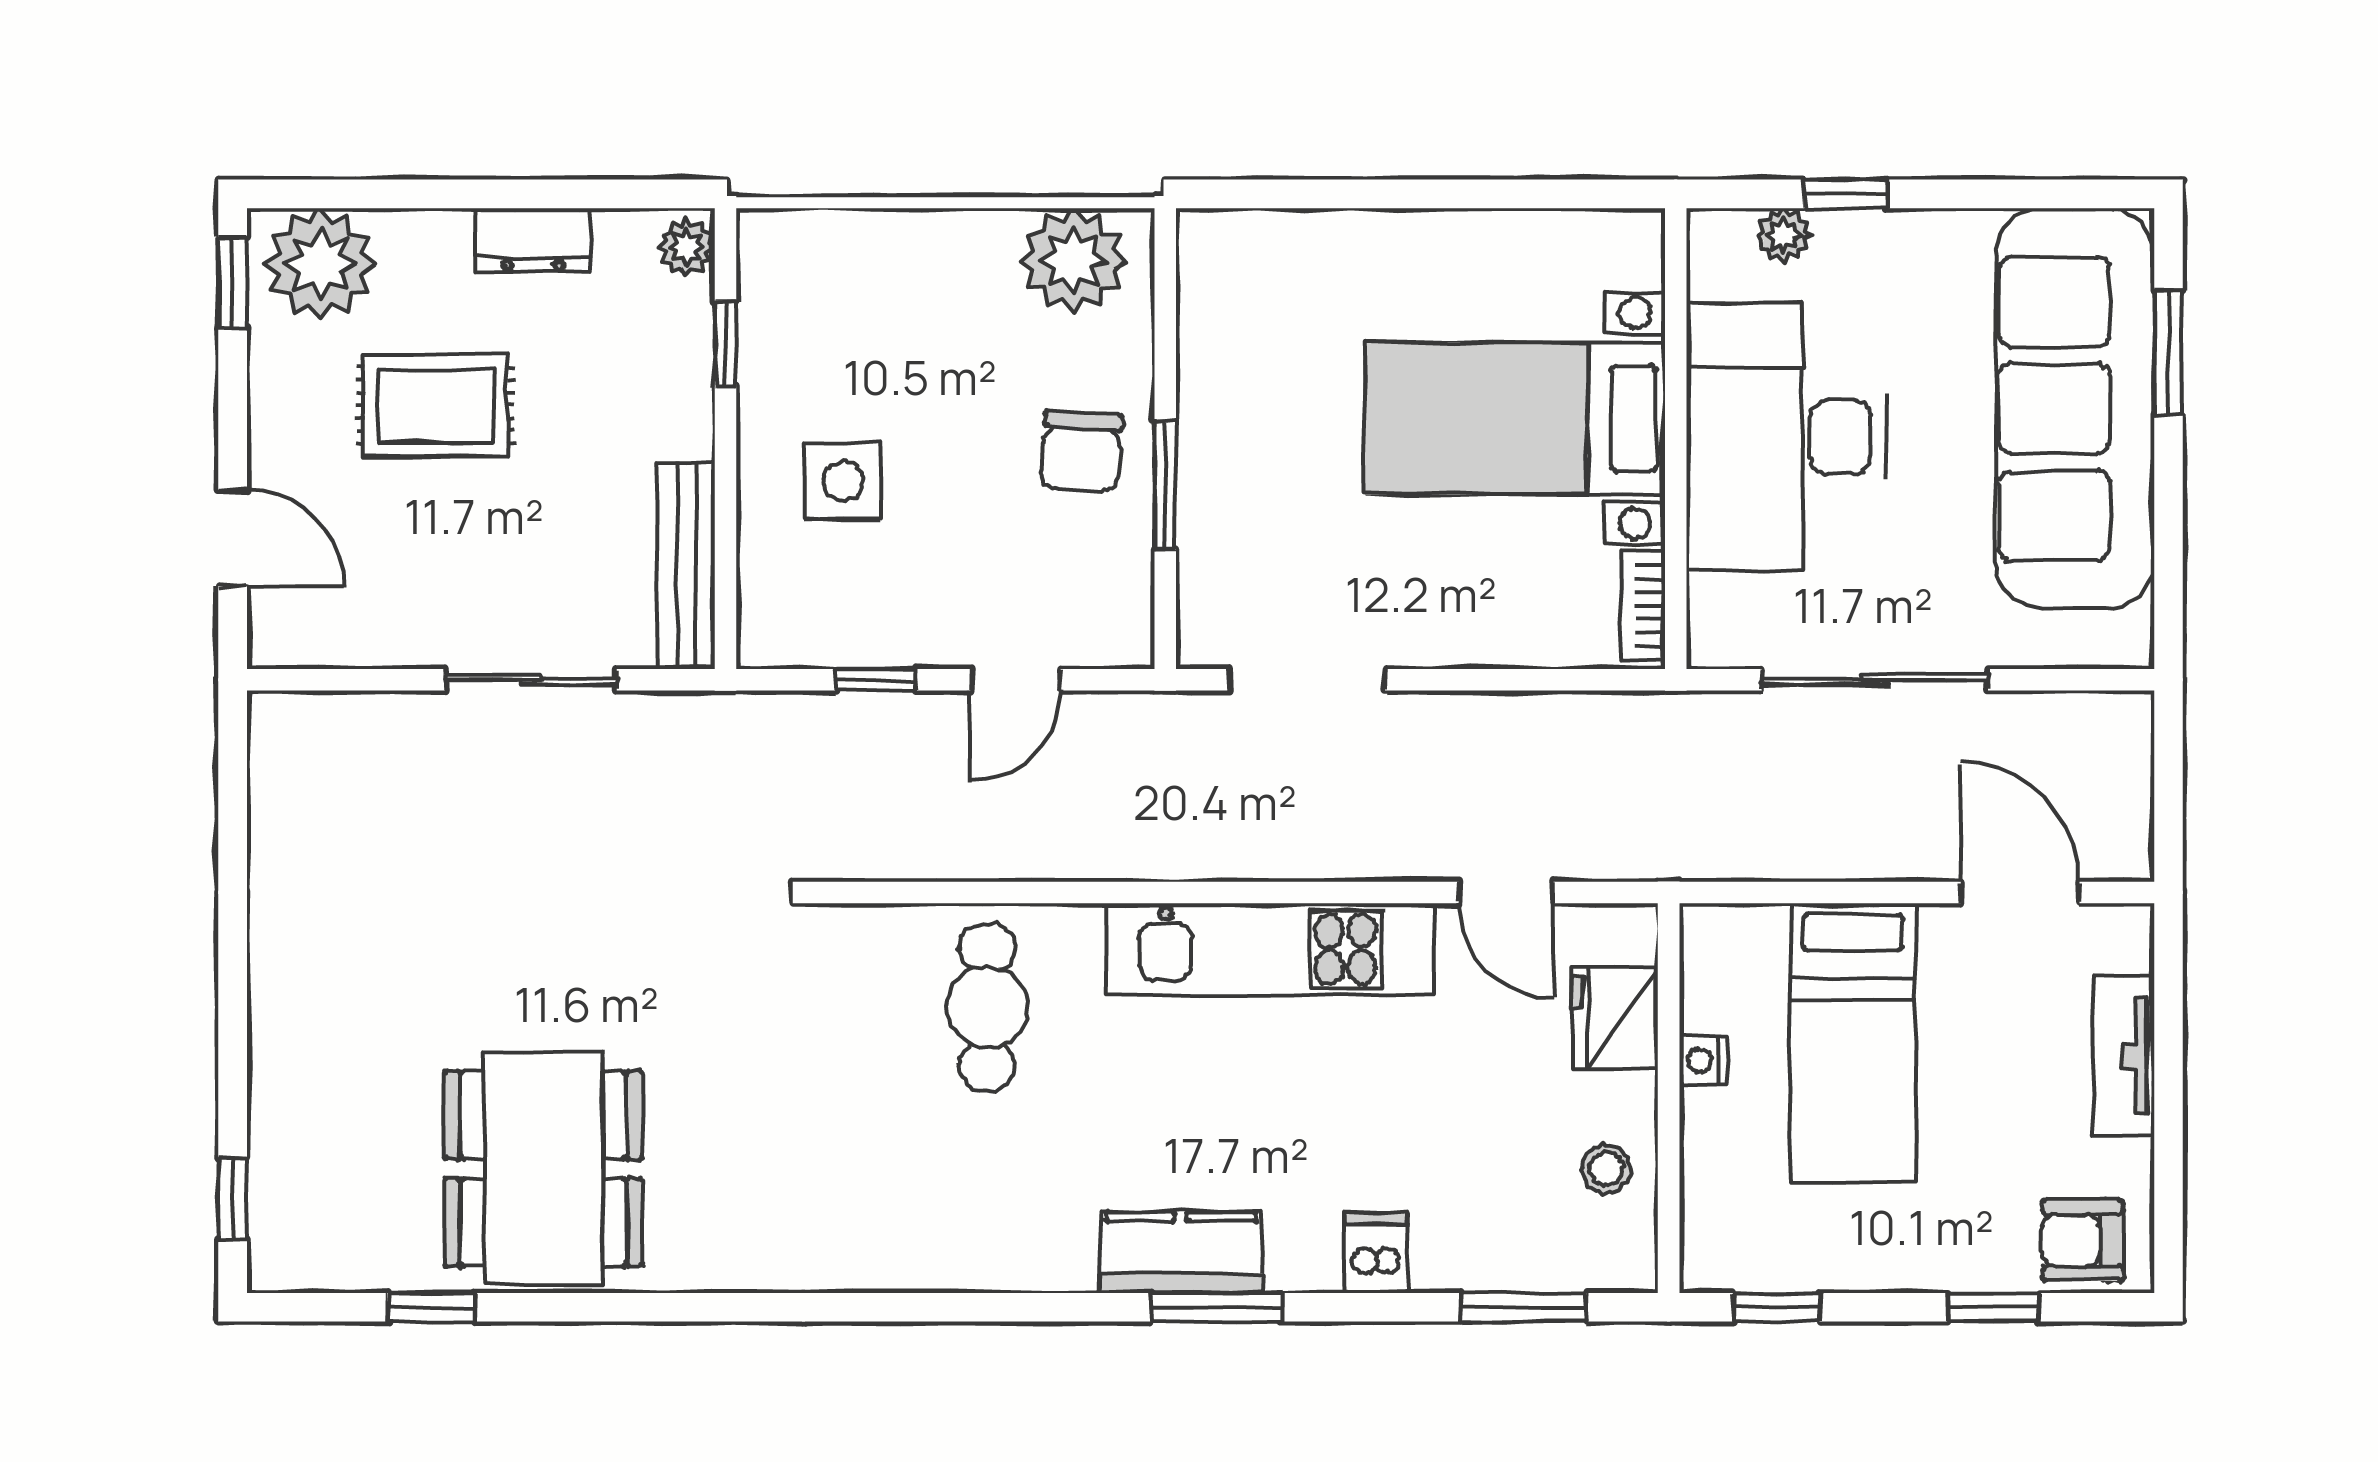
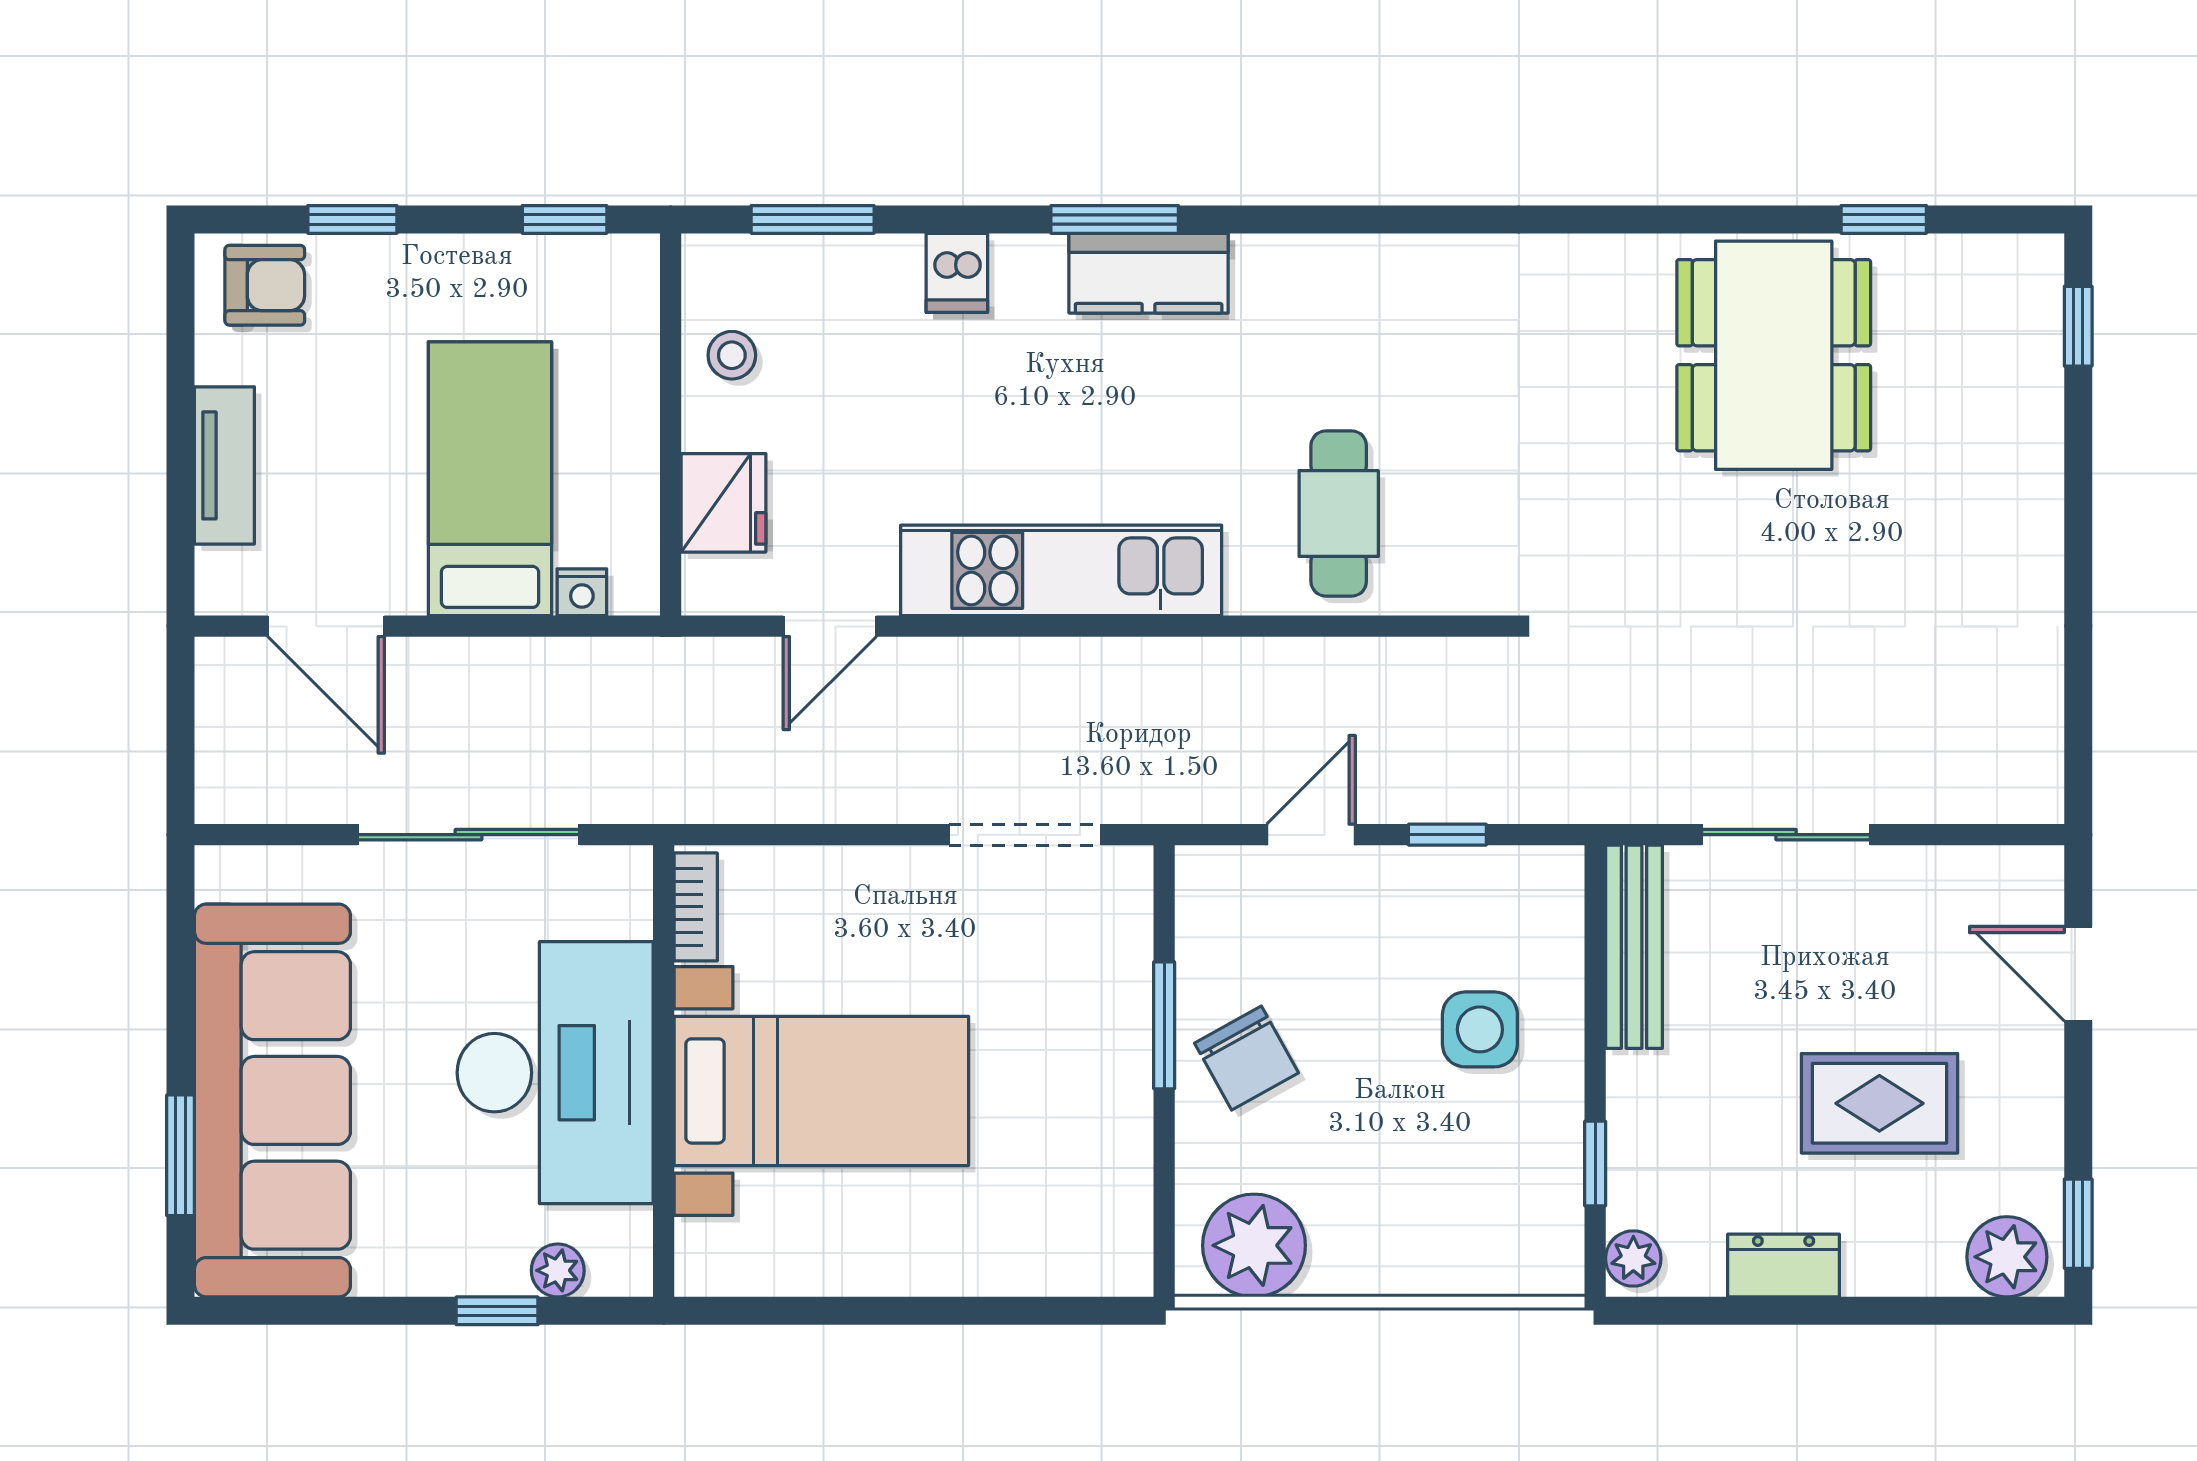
plant: (320, 264) -> (2007, 1257), width x0.73, depth x0.73
chair: (1081, 452) -> (1246, 1058), turned 147
door: (1506, 892) -> (830, 626), swing flipped
nightstand: (1703, 1060) -> (582, 592), moved, turned 90

